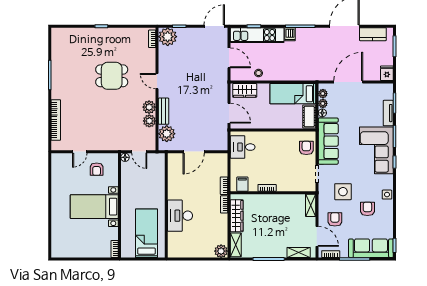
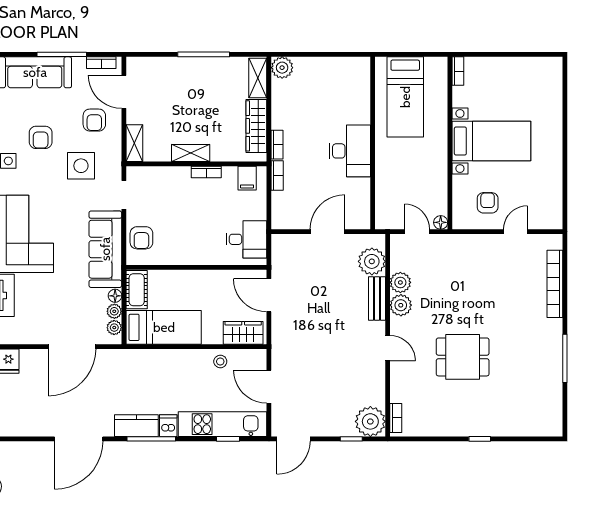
kitchen counter: (373, 34) -> (136, 426), moved
desk: (180, 216) -> (350, 151), moved
shelving: (299, 252) -> (191, 153), moved

